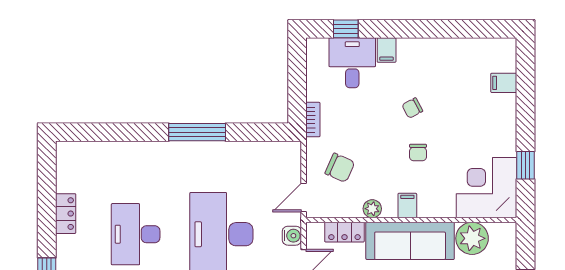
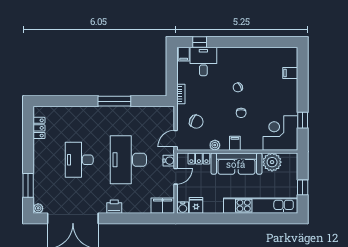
filing cabinet: (387, 50) -> (184, 54), moved
locker: (66, 214) -> (39, 128), moved

